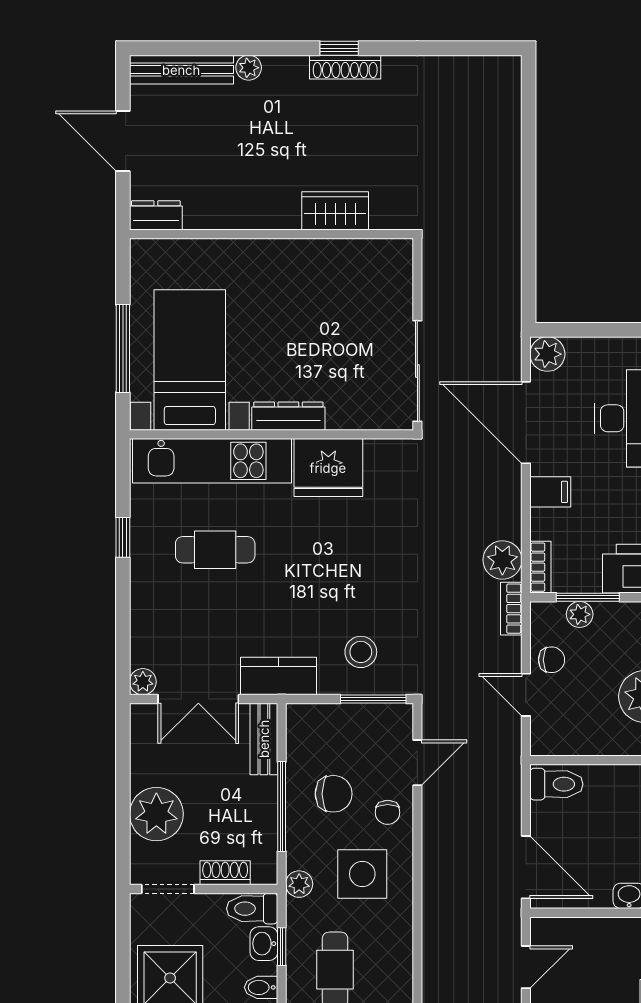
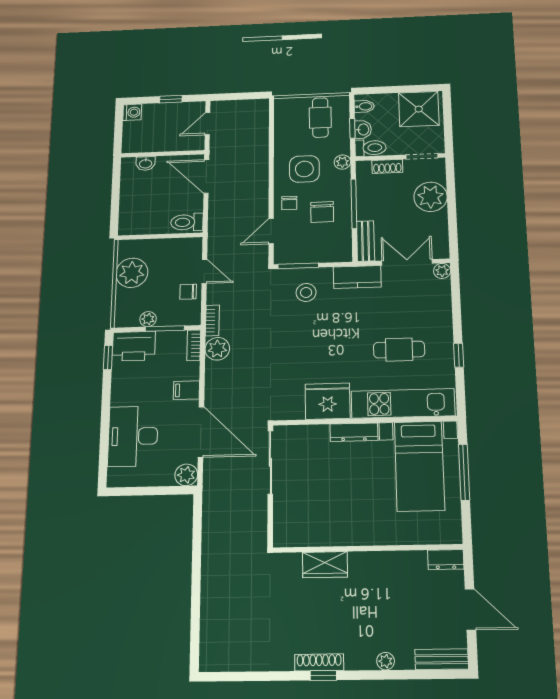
bench: (181, 70) -> (442, 659), width x0.73
plant: (580, 614) -> (148, 319), moved
chair: (334, 794) -> (322, 212), turned -90
chair: (388, 812) -> (289, 203), turned 180

